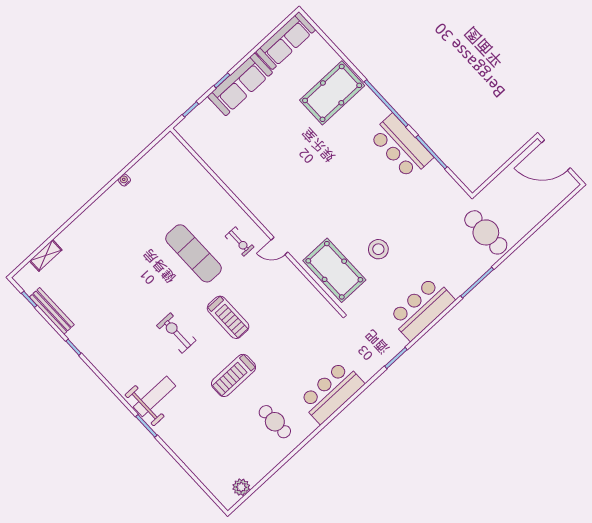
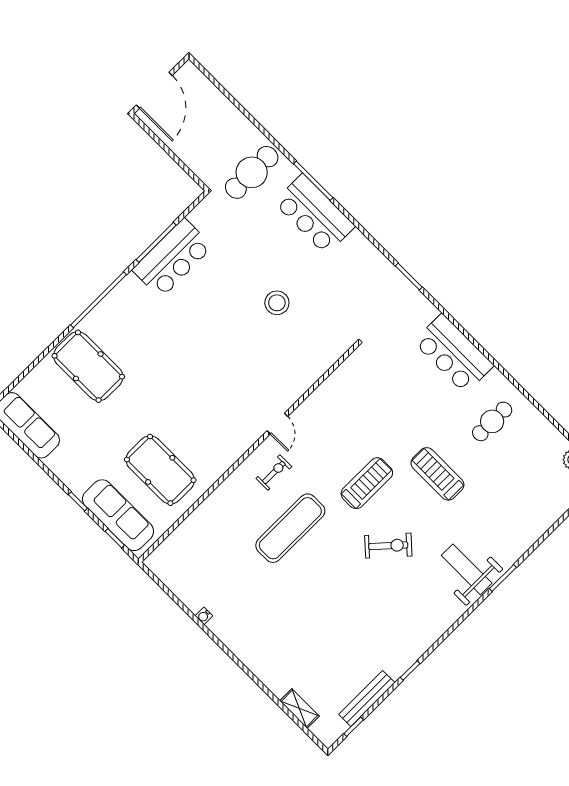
sofa: (240, 84) -> (118, 515), moved
bar counter: (401, 146) -> (172, 258), moved
pool table: (334, 270) -> (160, 470), moved, turned 90
bar counter: (422, 308) -> (314, 214), moved
exercise bike: (176, 333) -> (388, 546), turned -138
treadmill: (234, 375) -> (437, 474), turned 180

